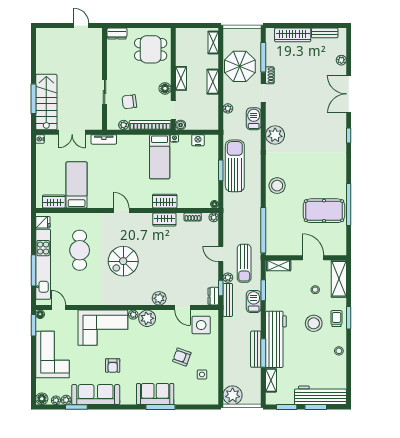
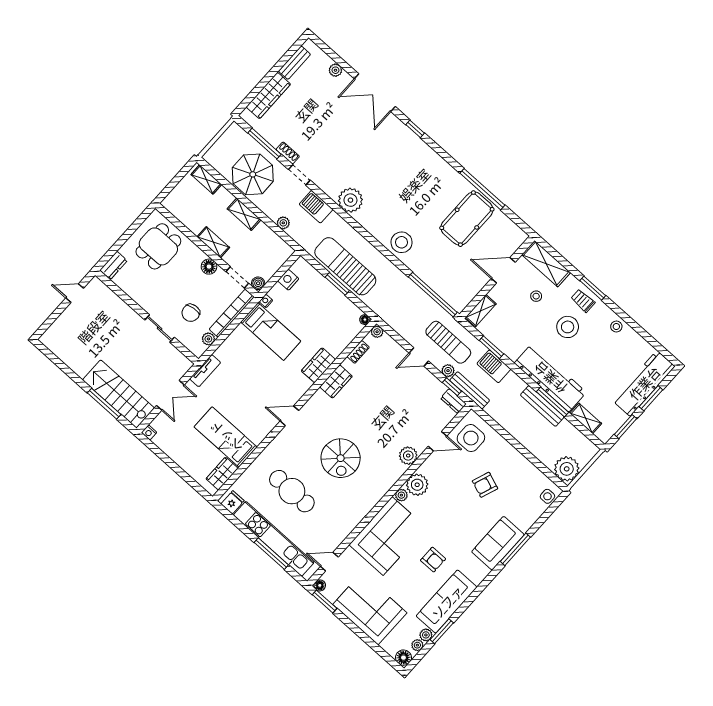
side table: (202, 374) -> (547, 496), moved

